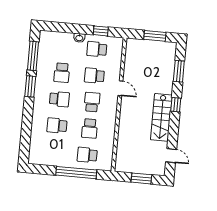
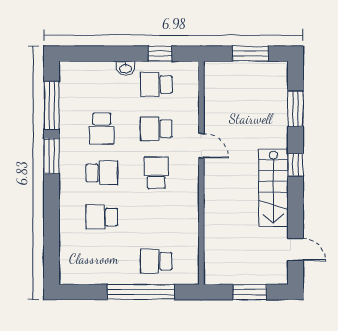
school desk: (90, 128) -> (156, 217), removed

